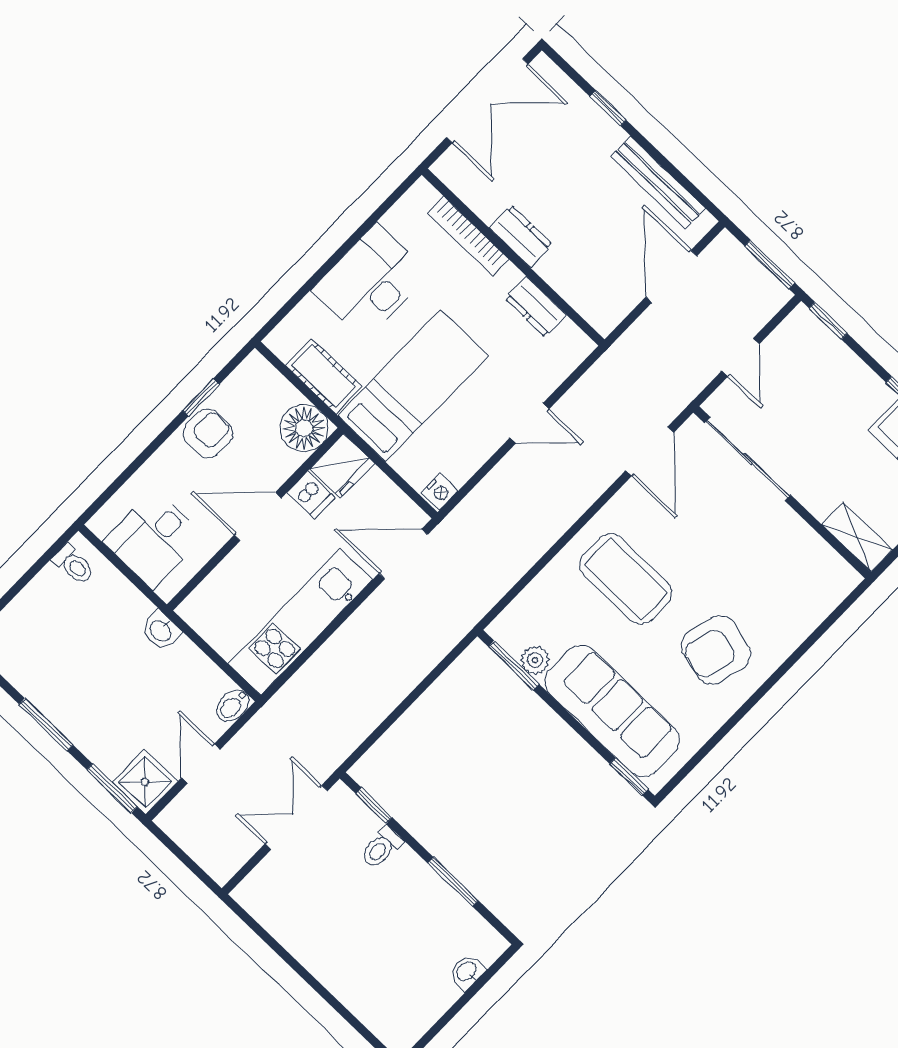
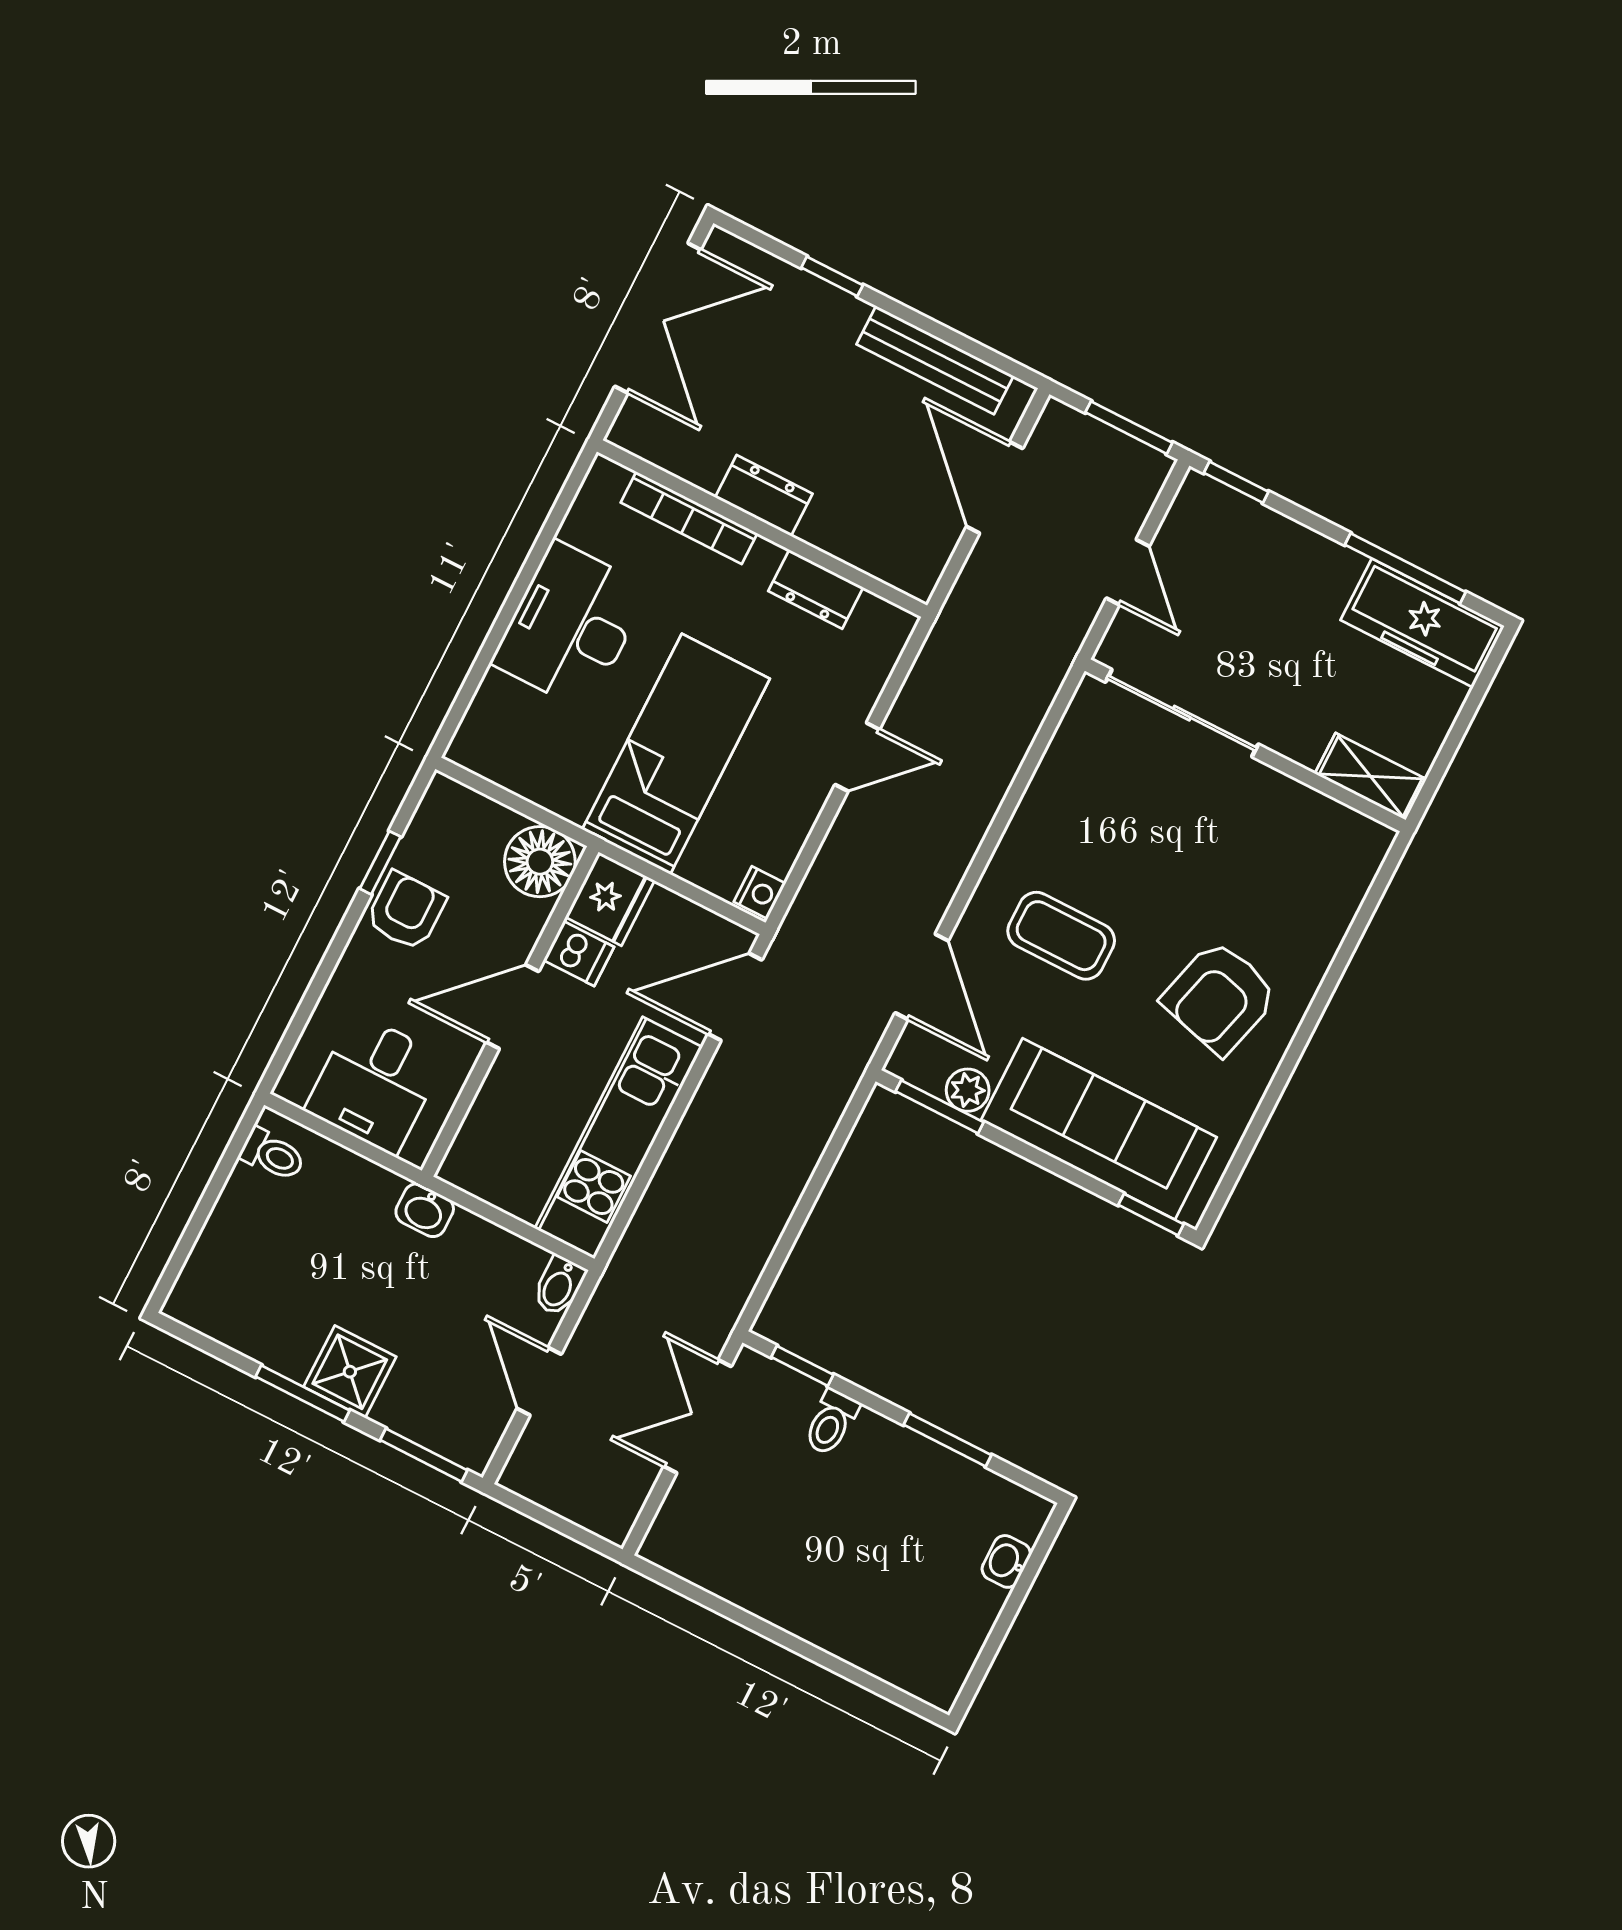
cot: (324, 376) -> (545, 779), removed
door: (650, 451) -> (922, 977), moved
coffee table: (626, 579) -> (1061, 936), width x0.73, depth x0.76
shower: (145, 782) -> (350, 1372), moved

